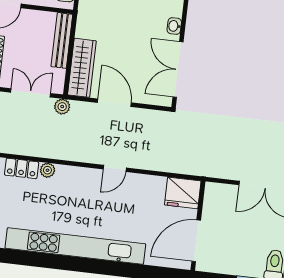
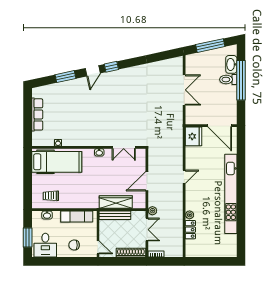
wardrobe: (82, 68) -> (116, 202), moved
double door: (178, 70) -> (124, 147), width x0.73
double door: (31, 93) -> (147, 230), swing flipped
door: (115, 168) -> (184, 177), hinge flipped

